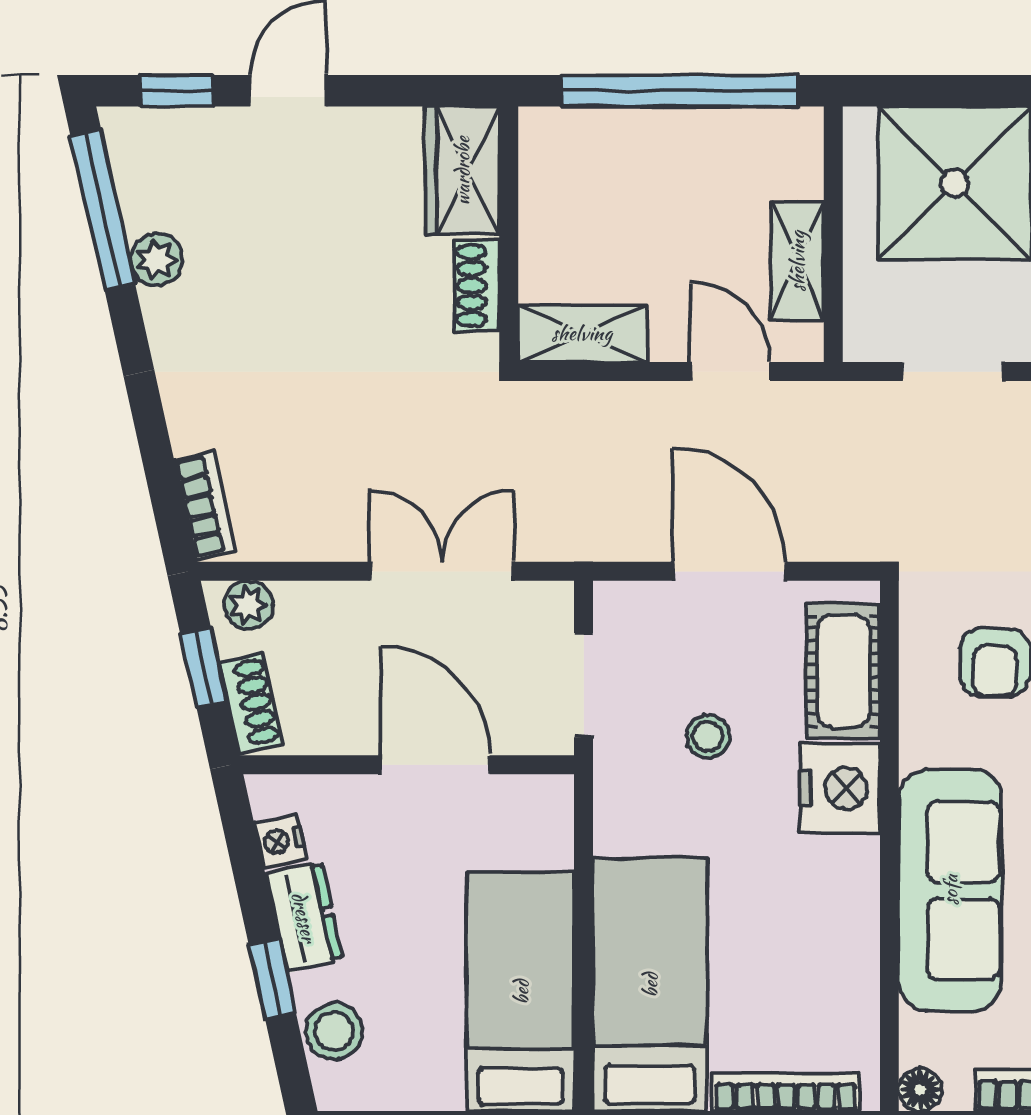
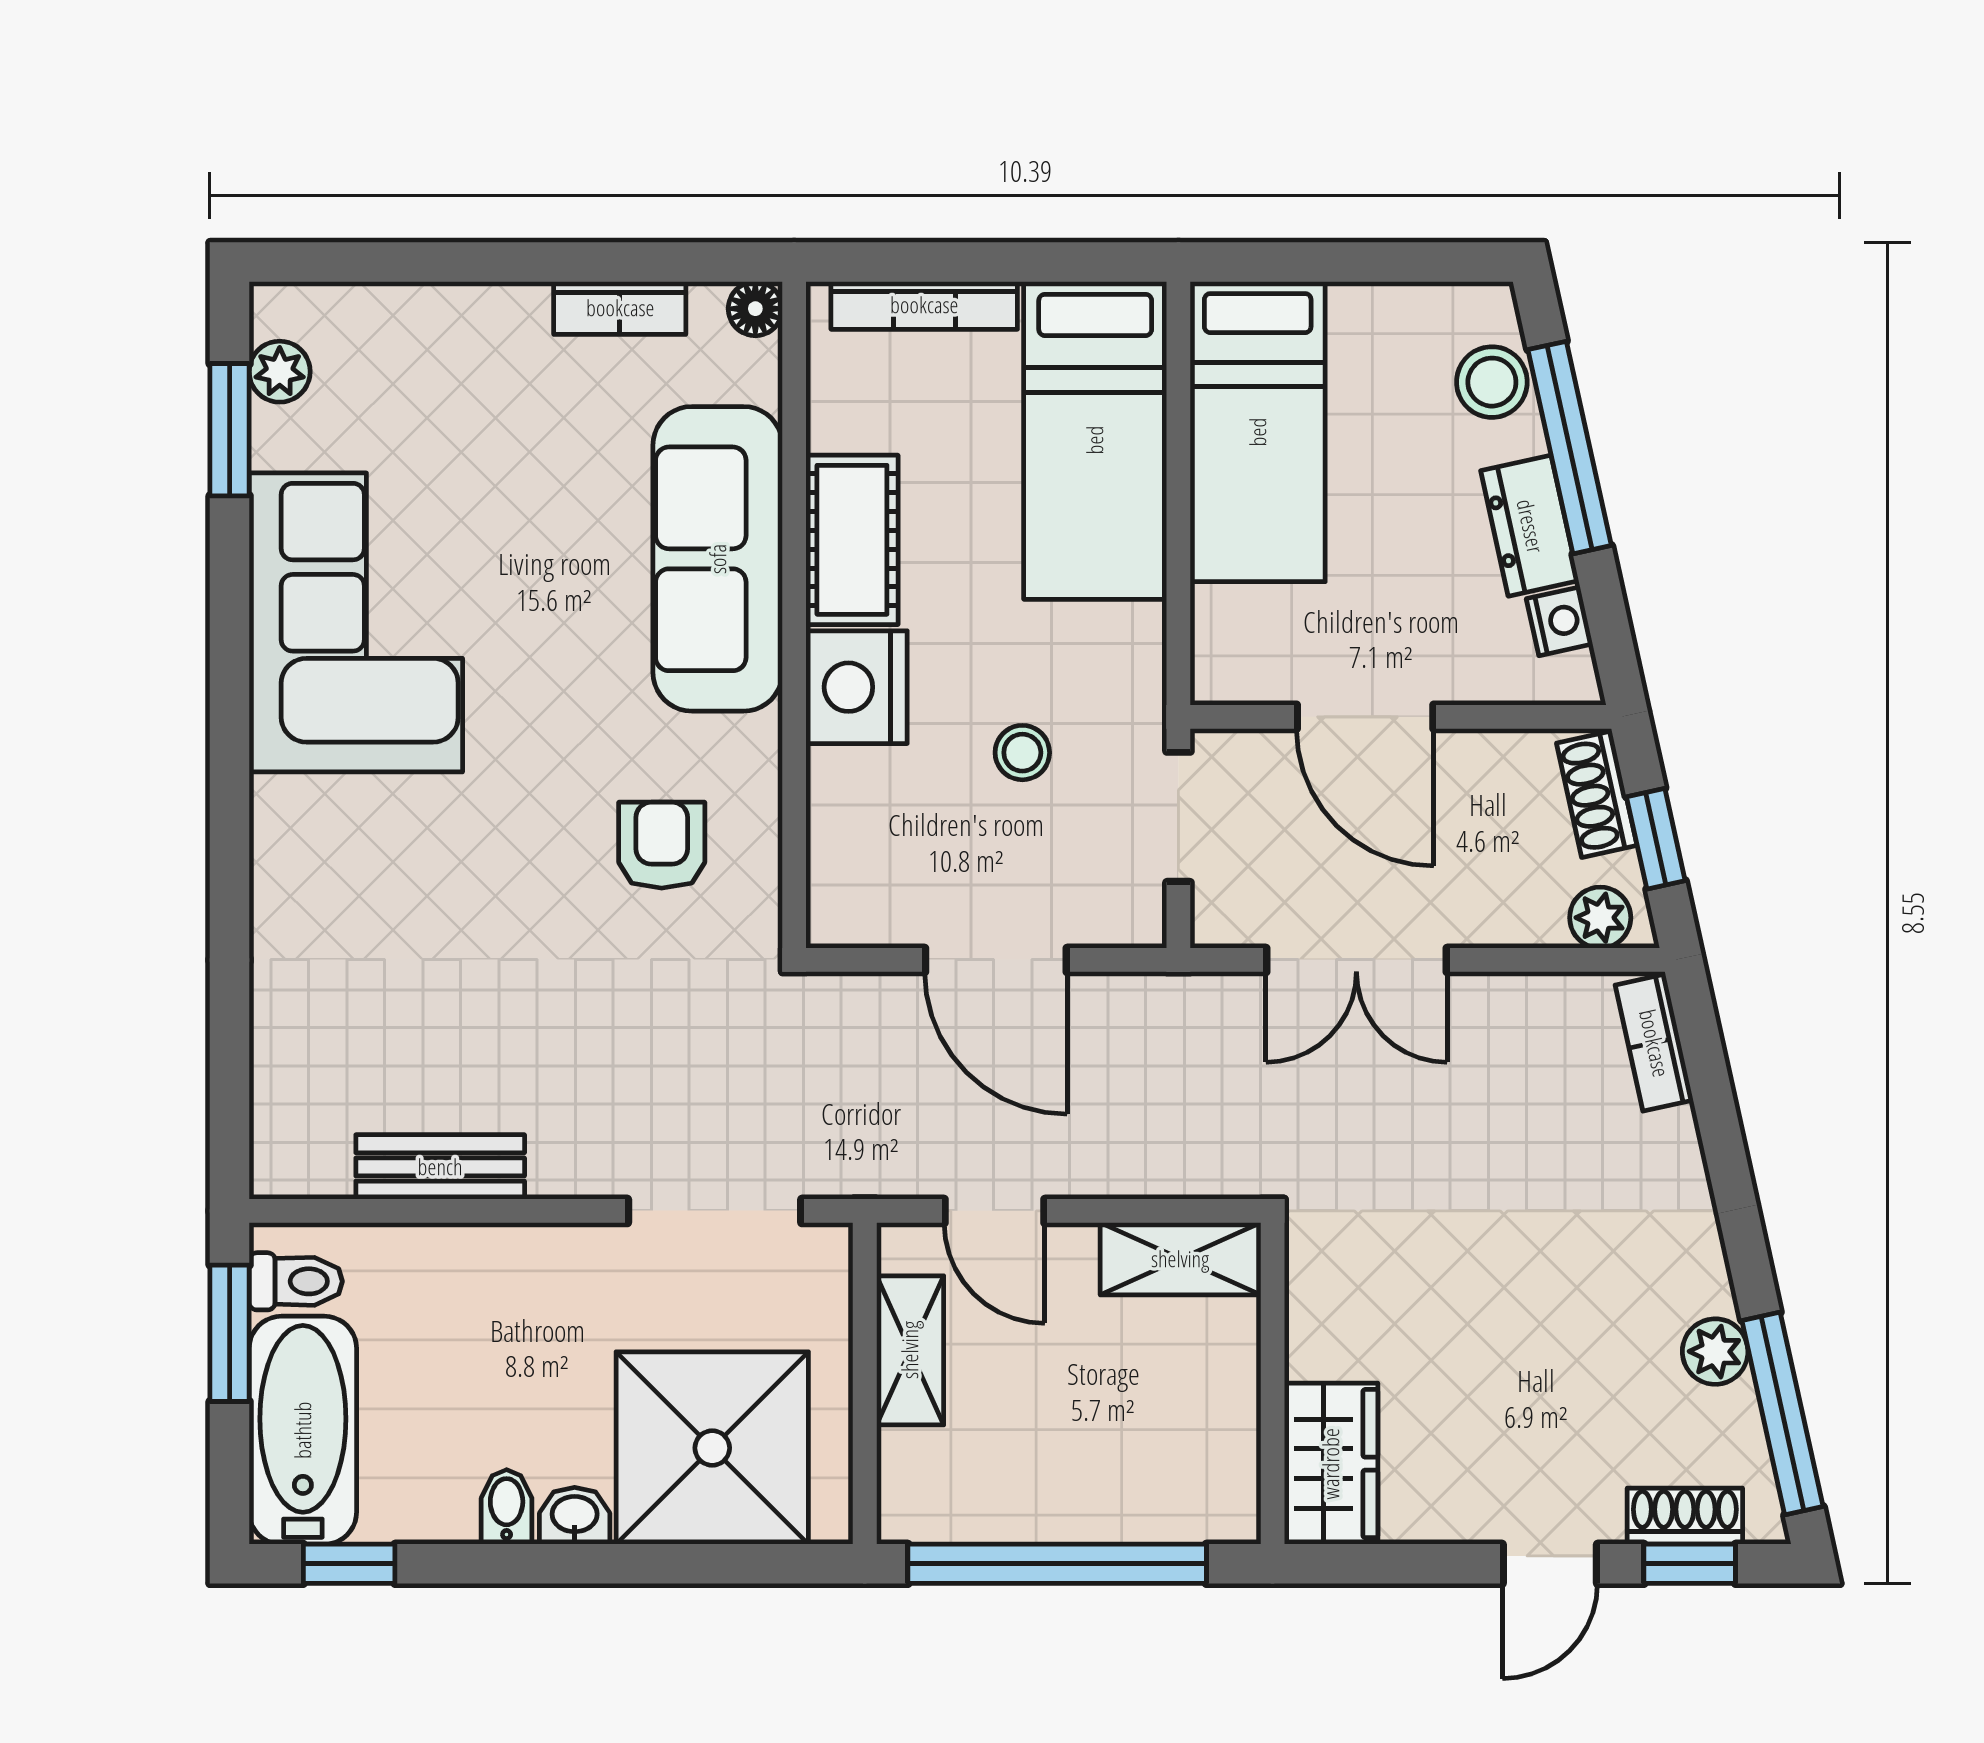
shoe rack: (477, 286) -> (1685, 1516), moved, turned -90
doorway: (953, 372) -> (715, 1211), width x1.38
cot: (843, 671) -> (852, 540), moved
window: (272, 979) -> (1570, 448), width x2.17

